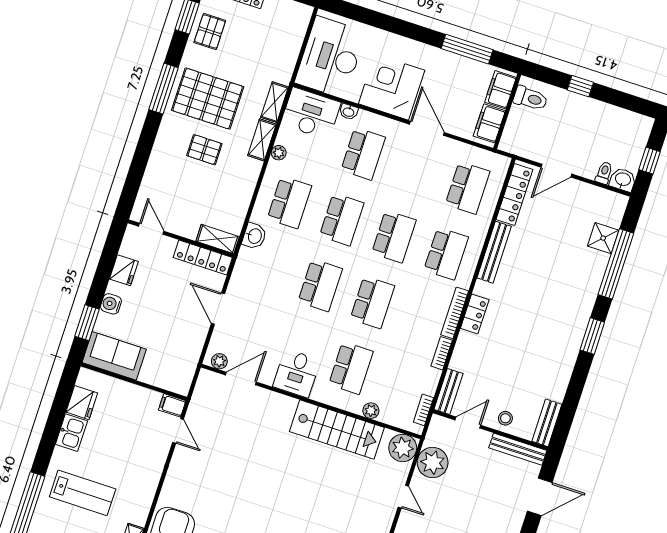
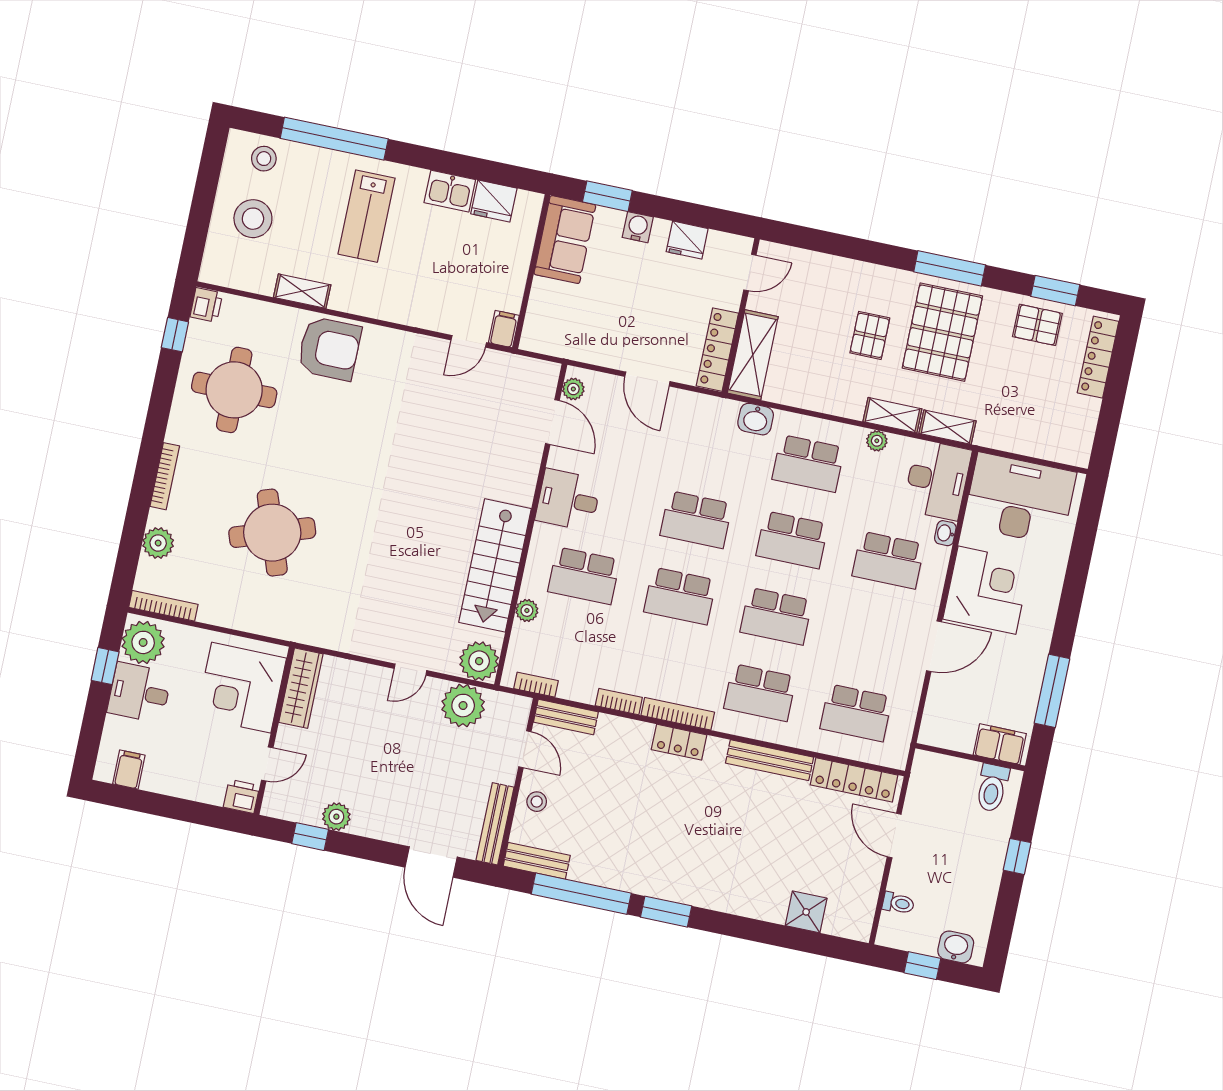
filing cabinet: (489, 123) -> (951, 734), removed
washbasin: (623, 180) -> (956, 947), moved, turned -90
shelving: (218, 239) -> (753, 355), width x1.50, depth x1.33
window: (616, 264) -> (581, 894), moved
door: (218, 309) -> (647, 379), swing flipped

